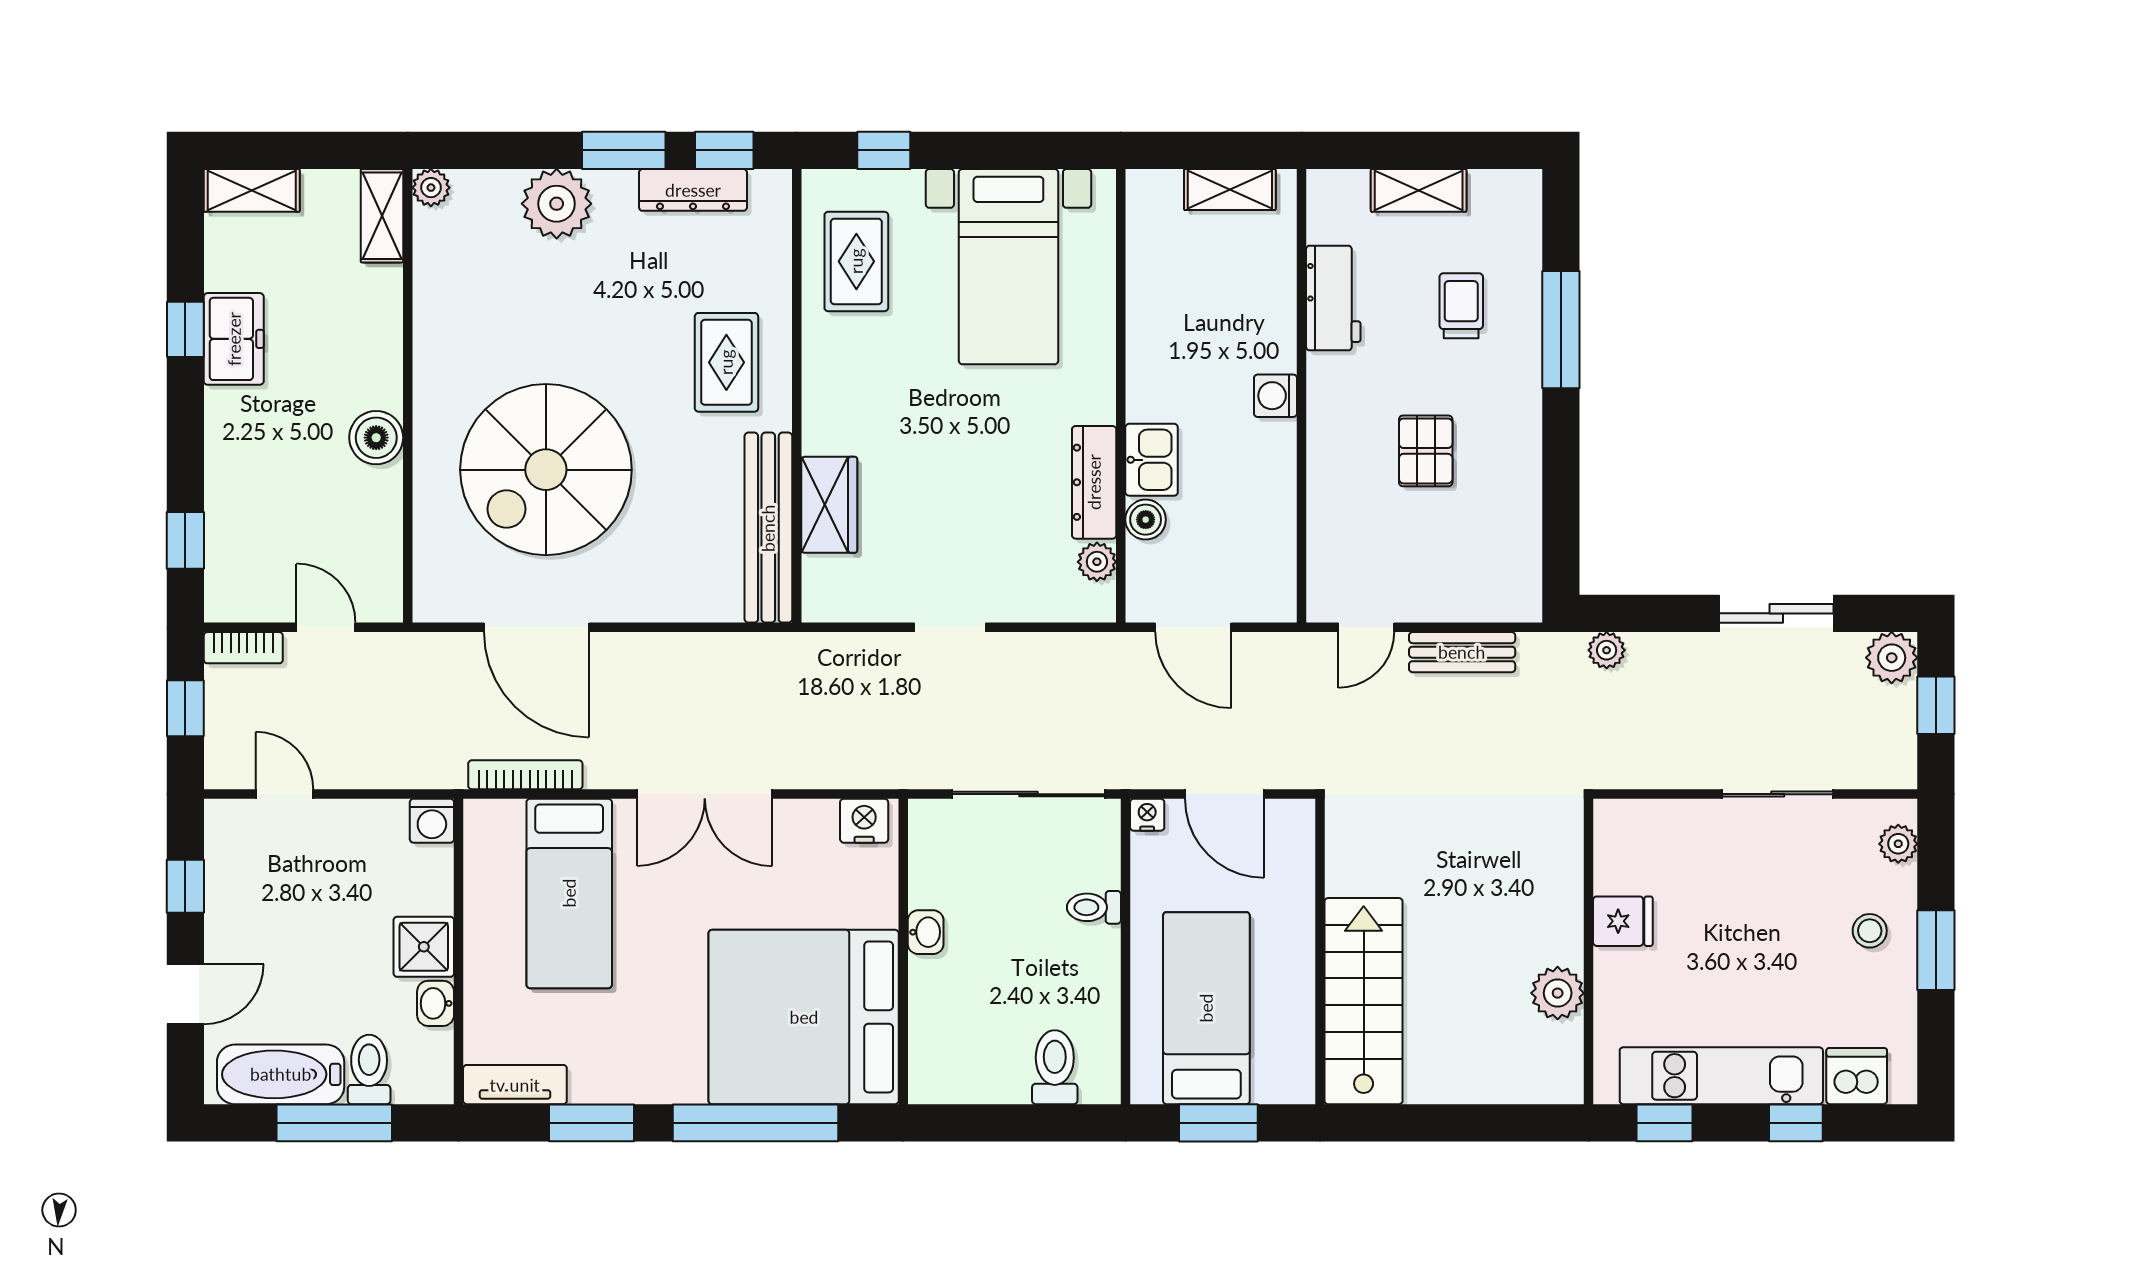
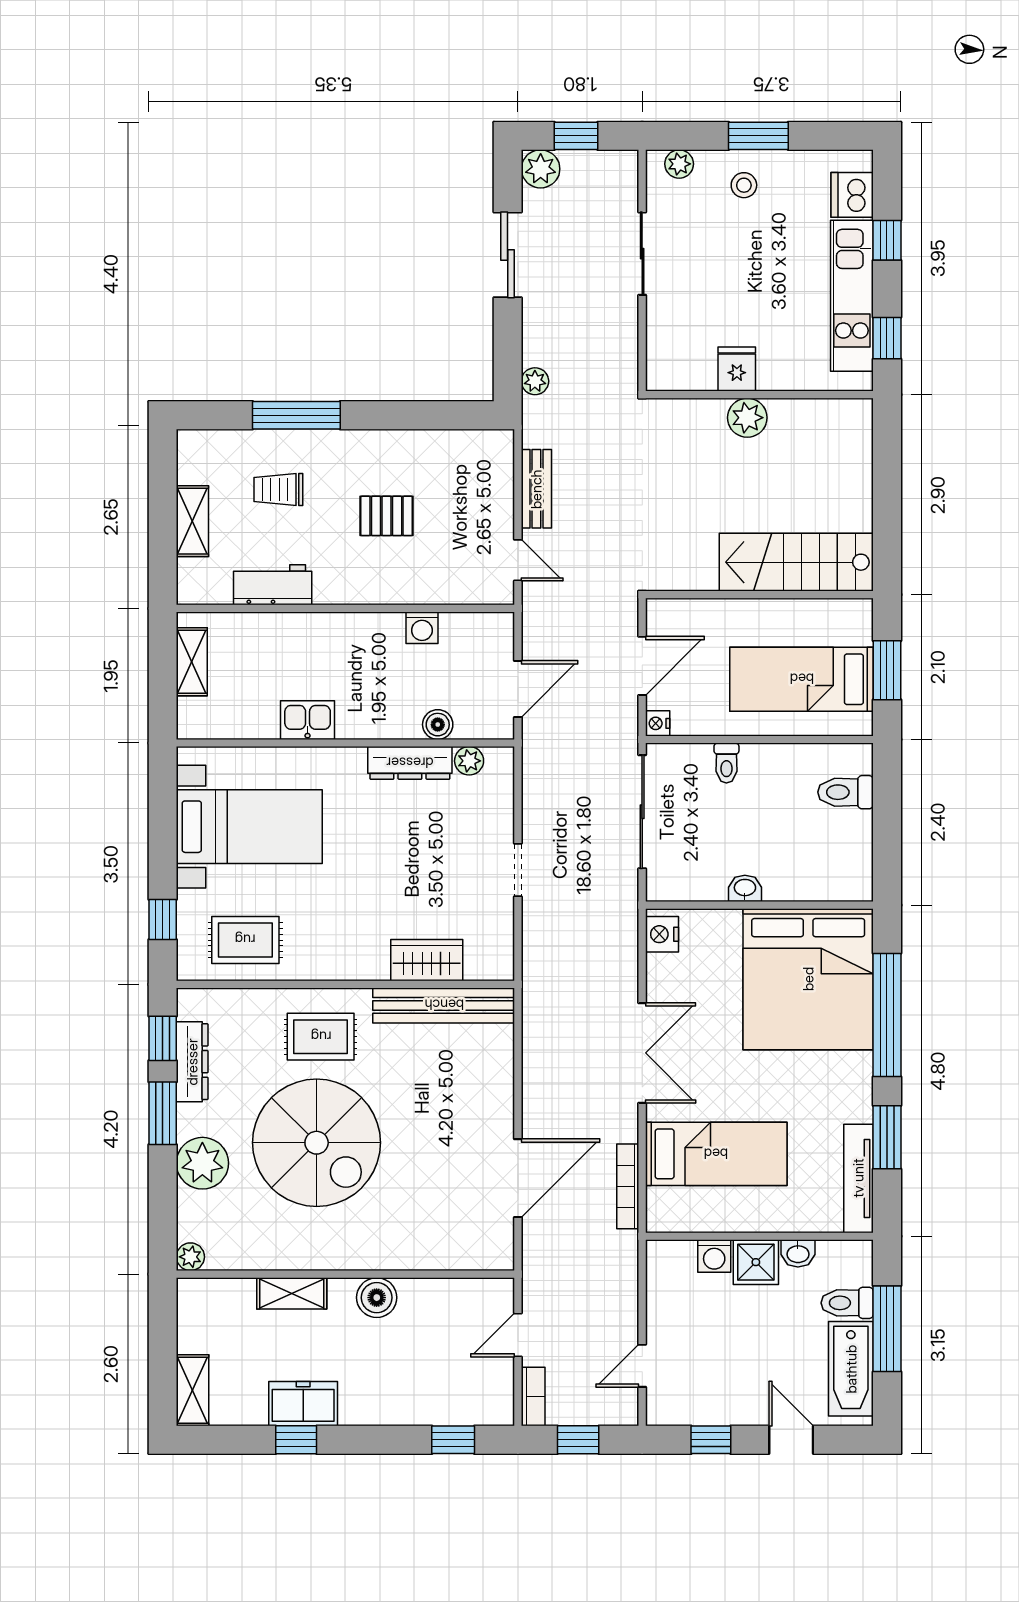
shelving: (382, 216) -> (292, 1293), moved
washing machine: (1275, 396) -> (422, 628), moved
kitchen sink: (1152, 460) -> (308, 720), moved
spiral stairs: (546, 470) -> (317, 1143), moved
washing machine: (432, 821) -> (714, 1256), moved, turned 90
plant: (1558, 993) -> (747, 418), moved
tv unit: (515, 1085) -> (858, 1178), width x1.41

